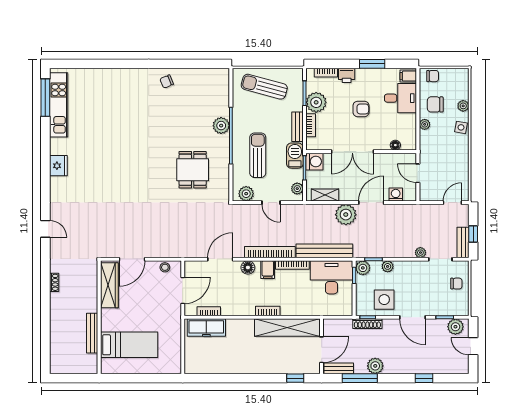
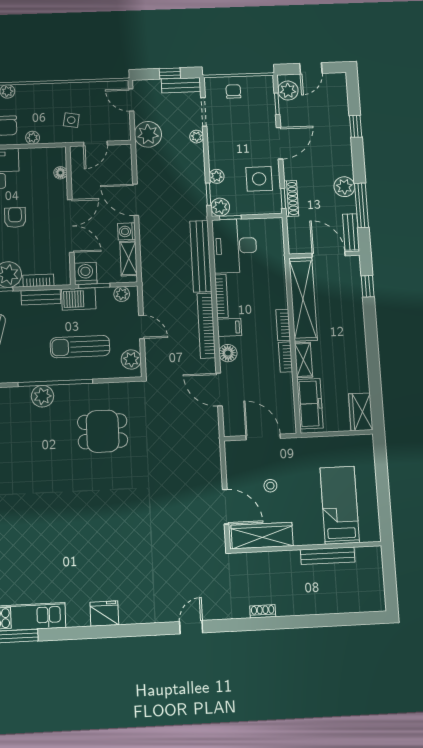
side table: (461, 127) -> (71, 120), moved
washing machine: (396, 195) -> (127, 231), moved
door: (271, 203) -> (141, 327), hinge flipped
plant: (346, 215) -> (148, 134), moved
stool: (165, 267) -> (270, 486), moved
bookcase: (209, 311) -> (285, 357), moved
shelving: (240, 325) -> (303, 360), added
wardrobe: (198, 366) -> (361, 412), added

